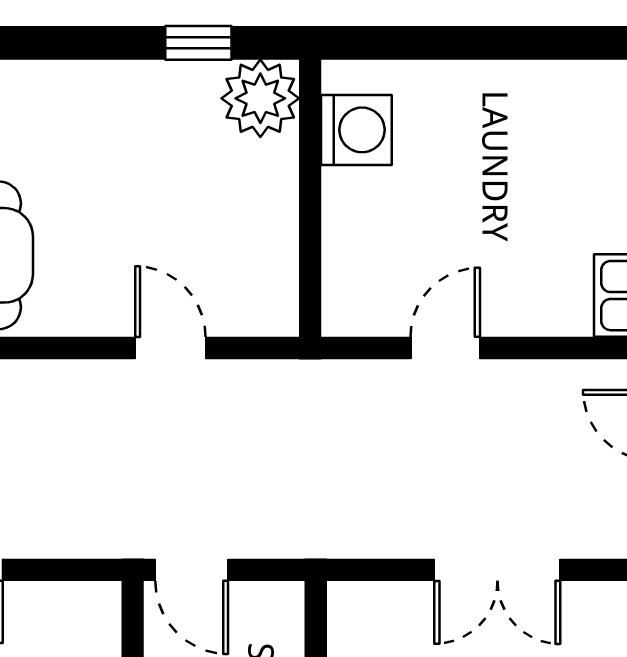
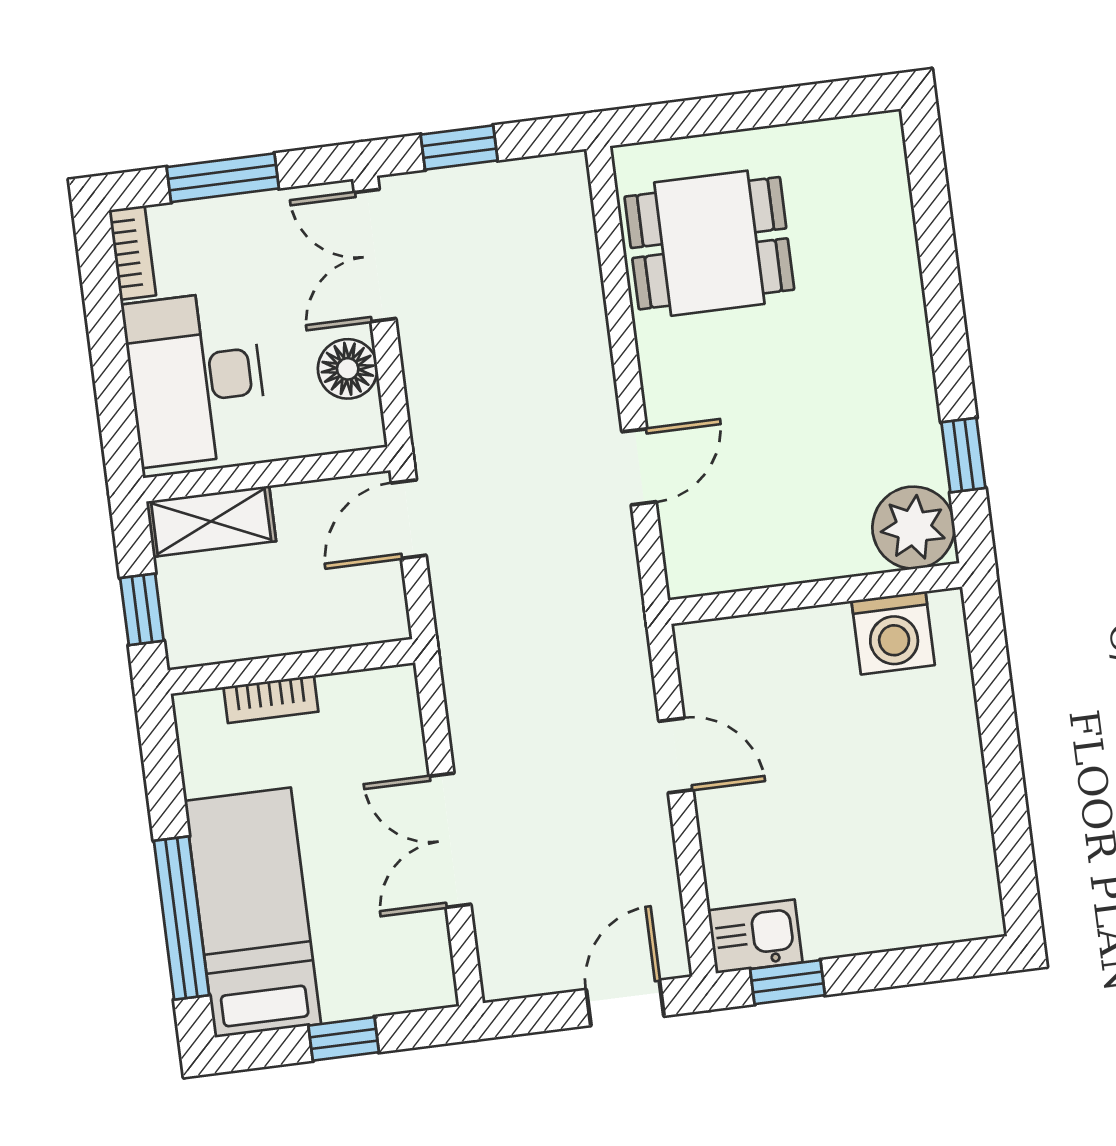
floor lamp: (44, 609) -> (348, 369), added

